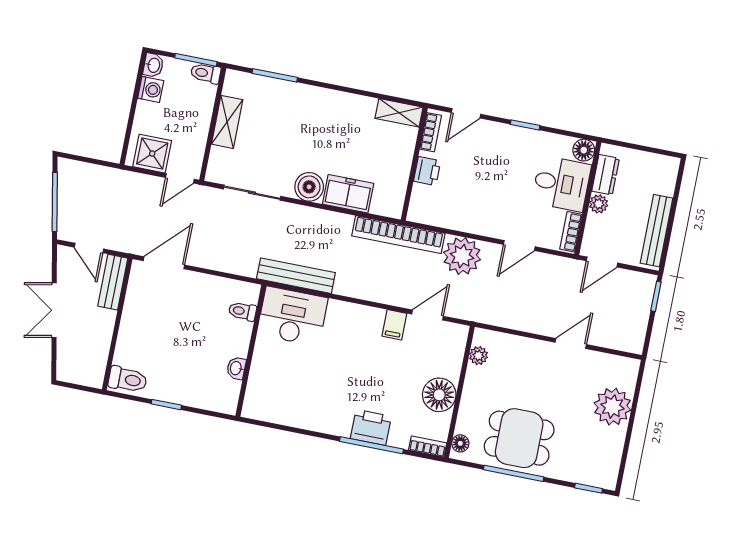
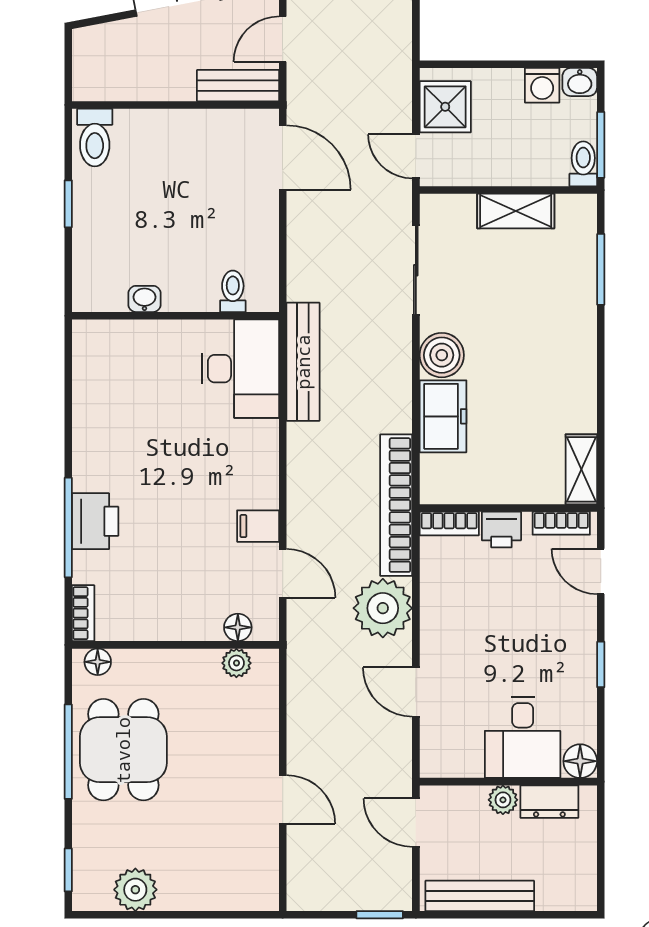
bookcase: (571, 232) -> (449, 524), moved, turned 180
floor lamp: (439, 395) -> (238, 627), moved, width x0.53, depth x0.53
plant: (612, 407) -> (135, 890), moved, width x0.73, depth x0.73

